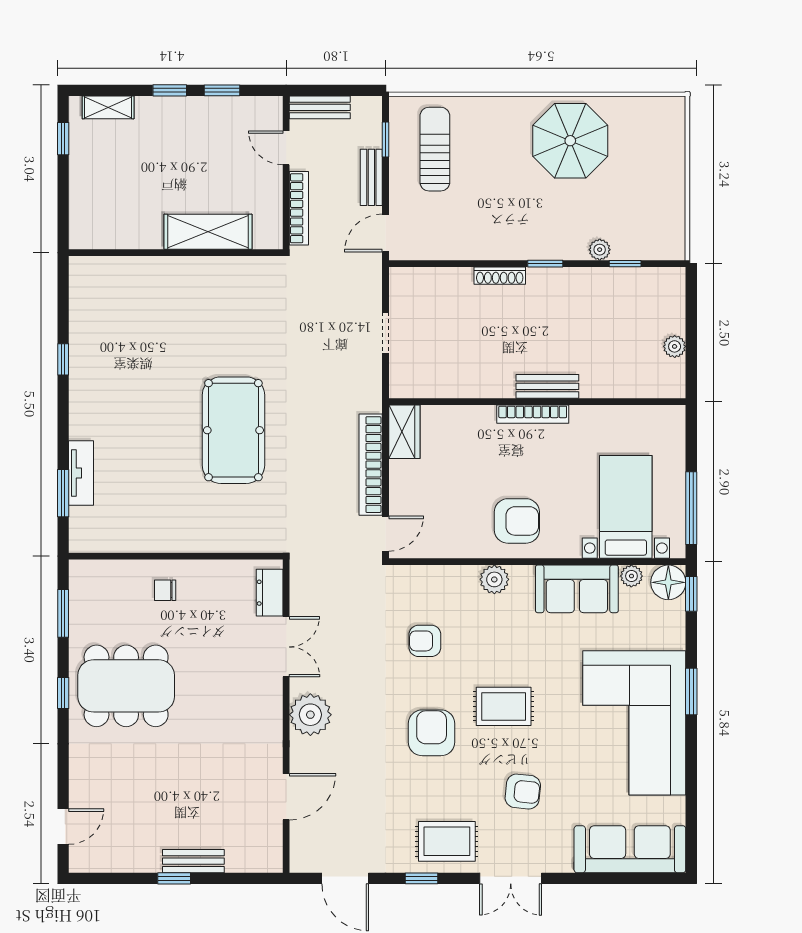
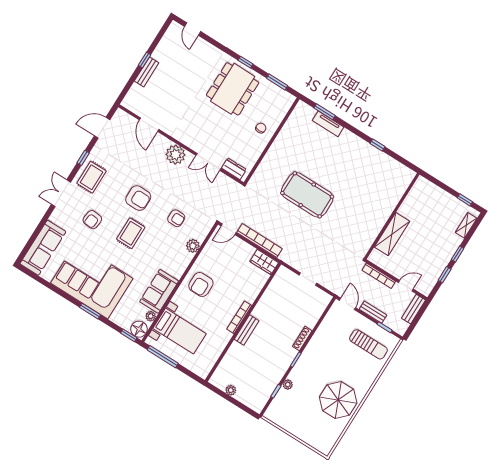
door: (385, 534) -> (229, 229), hinge flipped
plant: (494, 579) -> (193, 246), moved
armchair: (425, 641) -> (176, 218), turned 90

